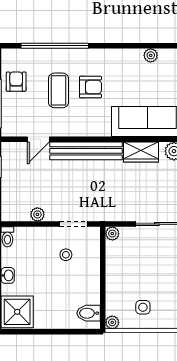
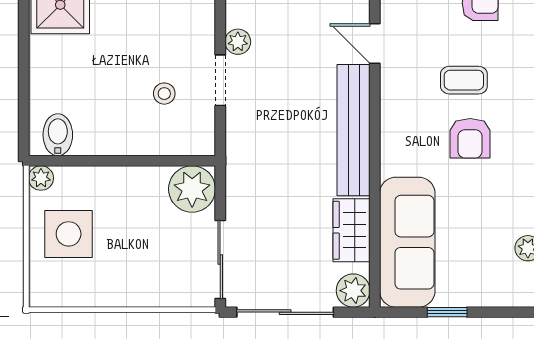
coffee table: (59, 90) -> (464, 80), width x0.73, depth x0.77
doorway: (73, 224) -> (220, 80), moved
plant: (112, 234) -> (192, 189), width x1.88, depth x1.88
side table: (143, 307) -> (69, 234), width x1.87, depth x1.87

